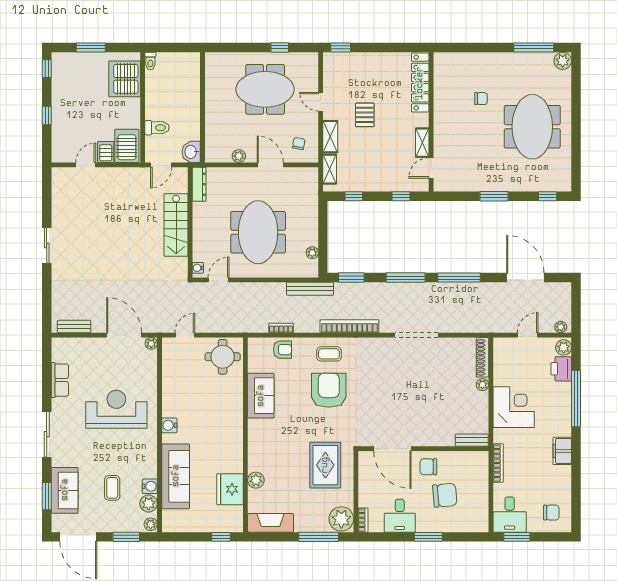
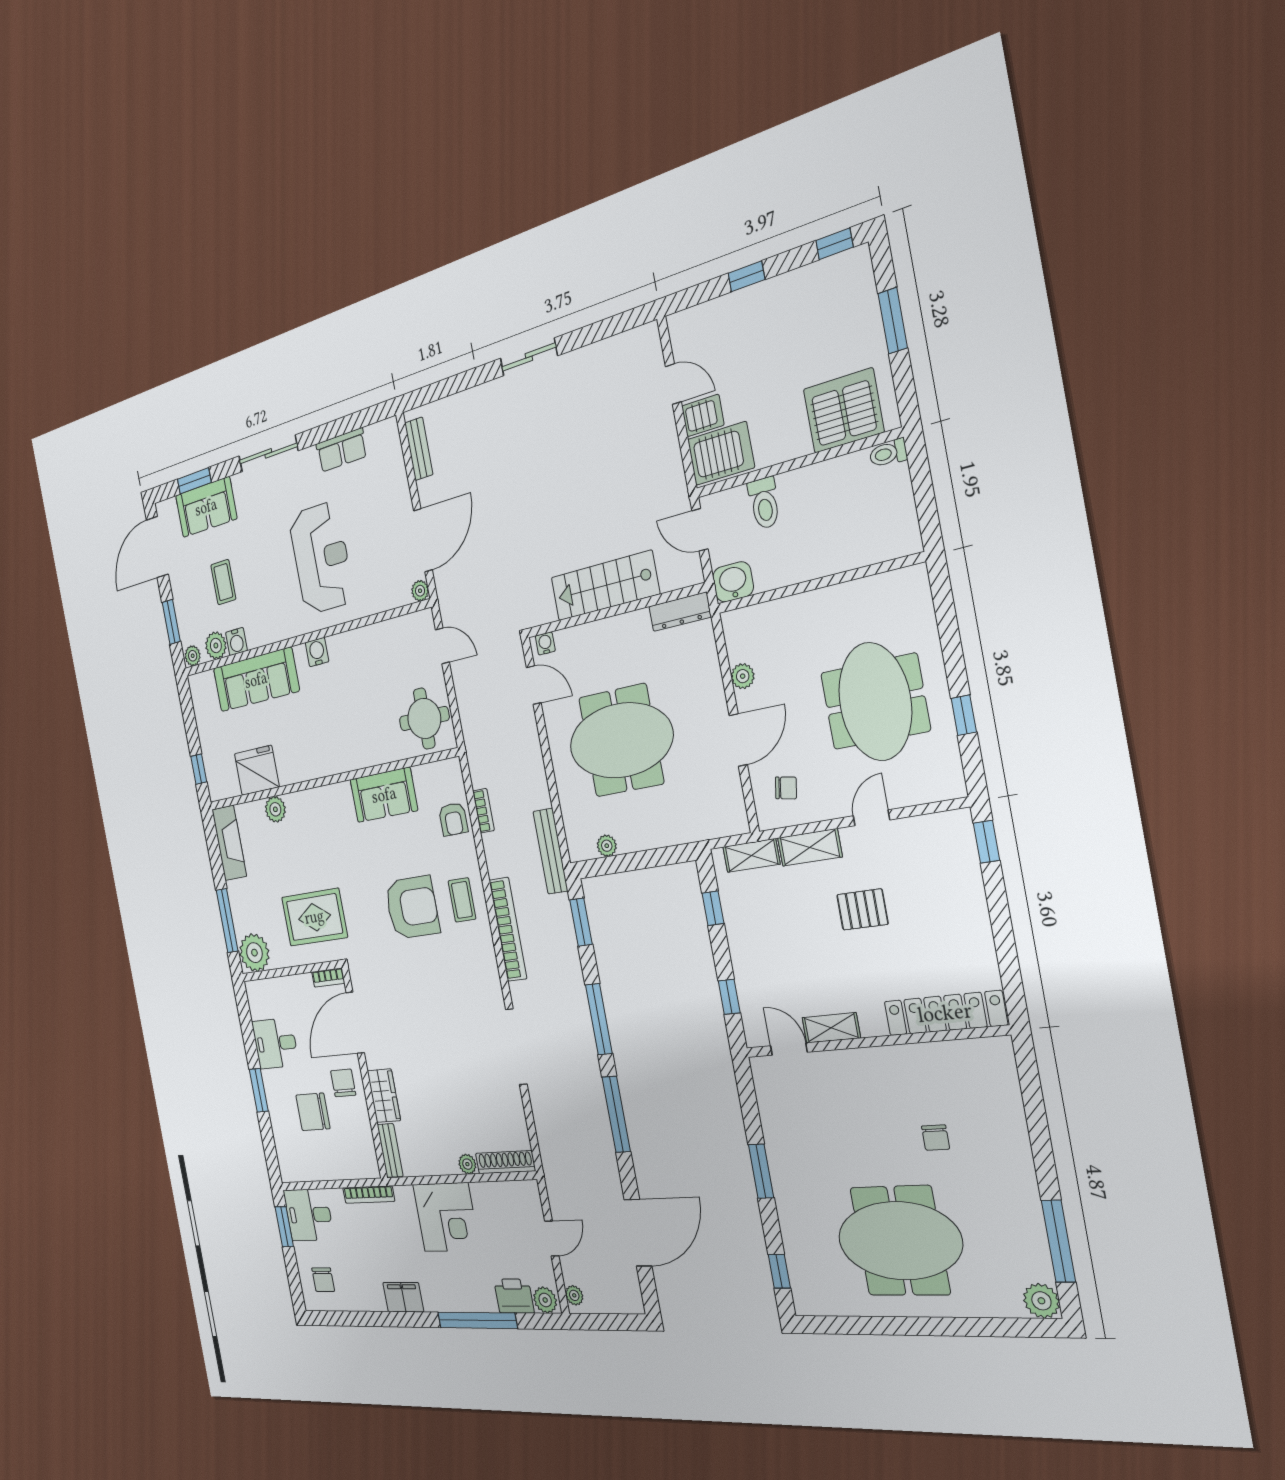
door: (528, 335) -> (552, 1238), hinge flipped
wardrobe: (438, 437) -> (384, 1096), added
coffee table: (112, 488) -> (223, 582), turned 90
chair: (445, 495) -> (313, 1112), turned 95
bookcase: (363, 520) -> (328, 978), moved

